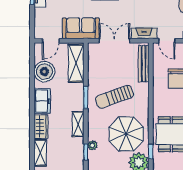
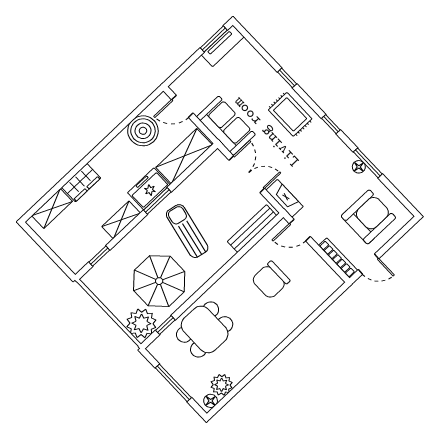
door: (167, 41) -> (300, 230), hinge flipped
sun lounger: (115, 97) -> (187, 231), turned 32
freezer: (42, 101) -> (149, 189), moved, turned 180
plant: (92, 145) -> (113, 257), removed

